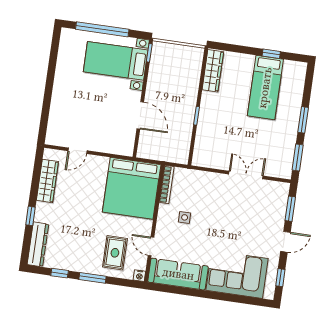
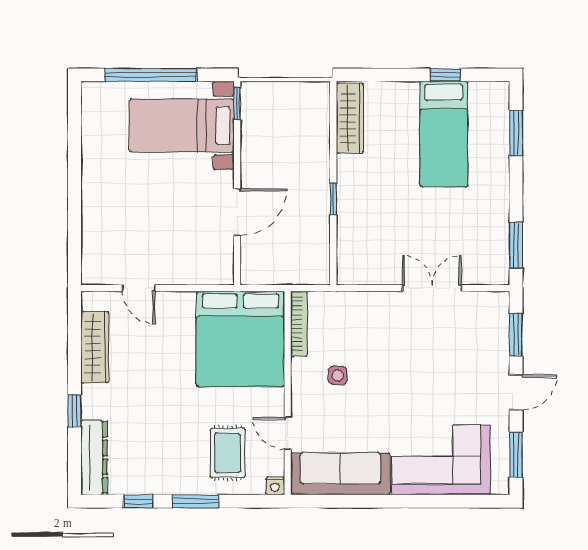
door: (140, 115) -> (237, 212), hinge flipped
window: (303, 120) -> (516, 133), moved
door: (77, 151) -> (139, 288), hinge flipped
window: (280, 278) -> (516, 455), width x1.50

